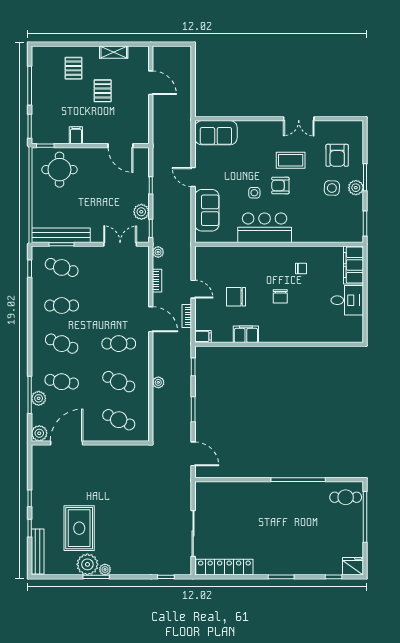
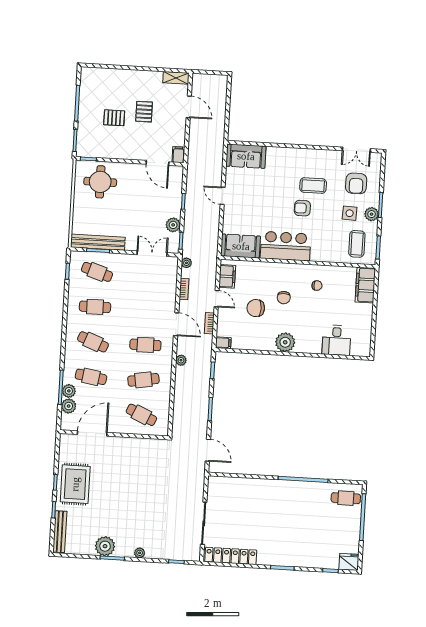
shelving: (114, 52) -> (176, 78), moved
pallet: (74, 68) -> (114, 118), moved, turned 90
double door: (299, 119) -> (356, 150), moved
filing cabinet: (76, 135) -> (178, 155), moved
side table: (254, 193) -> (278, 213), removed
sofa: (207, 210) -> (241, 246), moved, turned -90
coffee table: (342, 221) -> (357, 244), added
chair: (280, 296) -> (284, 298), moved
desk: (347, 300) -> (336, 340), moved, turned 90
plant: (270, 332) -> (285, 342), added
filing cabinet: (246, 334) -> (227, 276), moved, turned 90
cafe table: (119, 382) -> (143, 380), turned -33
plant: (158, 382) -> (181, 360), moved
plant: (39, 433) -> (69, 406), moved
rug: (79, 528) -> (75, 484), moved
plant: (105, 569) -> (140, 553), moved

